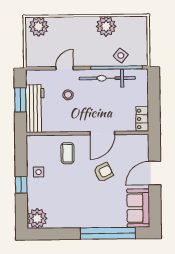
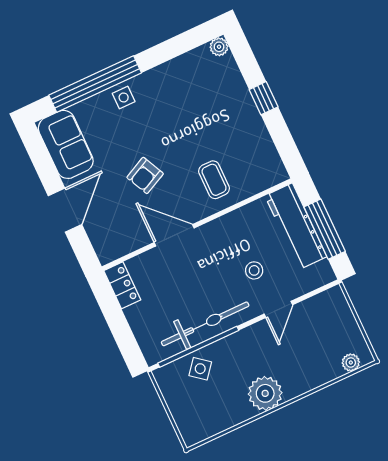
plant: (106, 26) -> (265, 393), moved
plant: (39, 27) -> (351, 363), width x0.53, depth x0.53
window: (20, 100) -> (325, 229), width x1.44
door: (102, 133) -> (174, 235), hinge flipped
side table: (39, 172) -> (124, 97), moved
plant: (37, 218) -> (219, 47), width x0.53, depth x0.53

